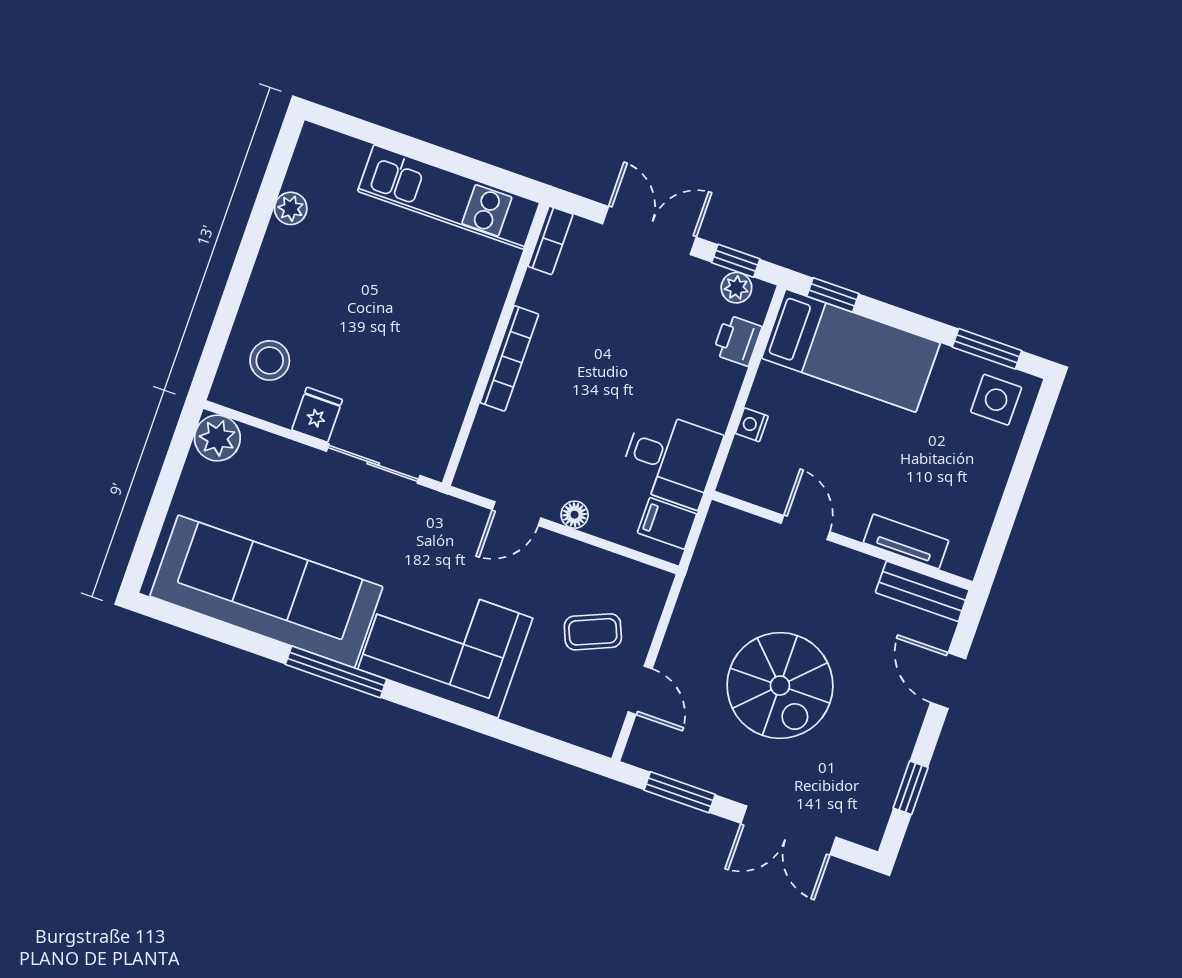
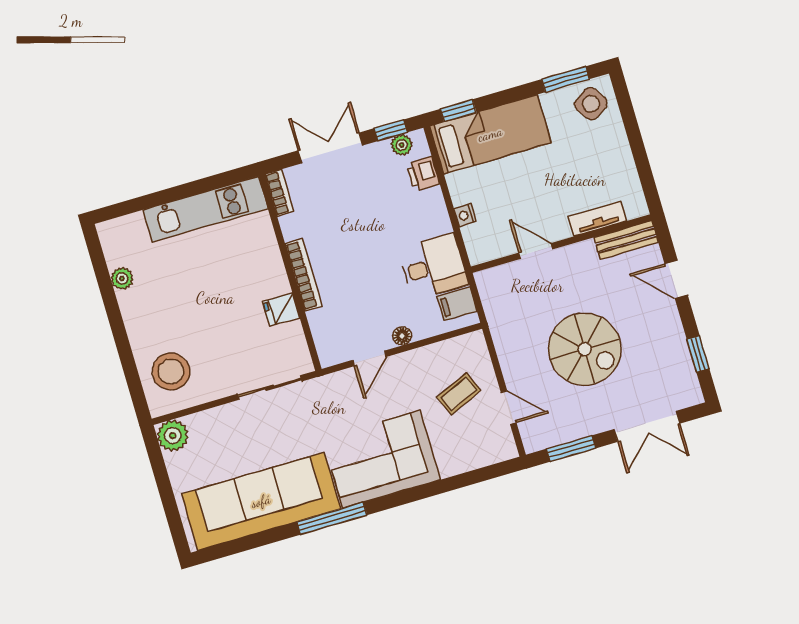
stool: (270, 360) -> (171, 372), width x1.38, depth x1.38
side table: (996, 400) -> (591, 104), turned -33
fridge: (317, 415) -> (281, 310), moved, turned -90

